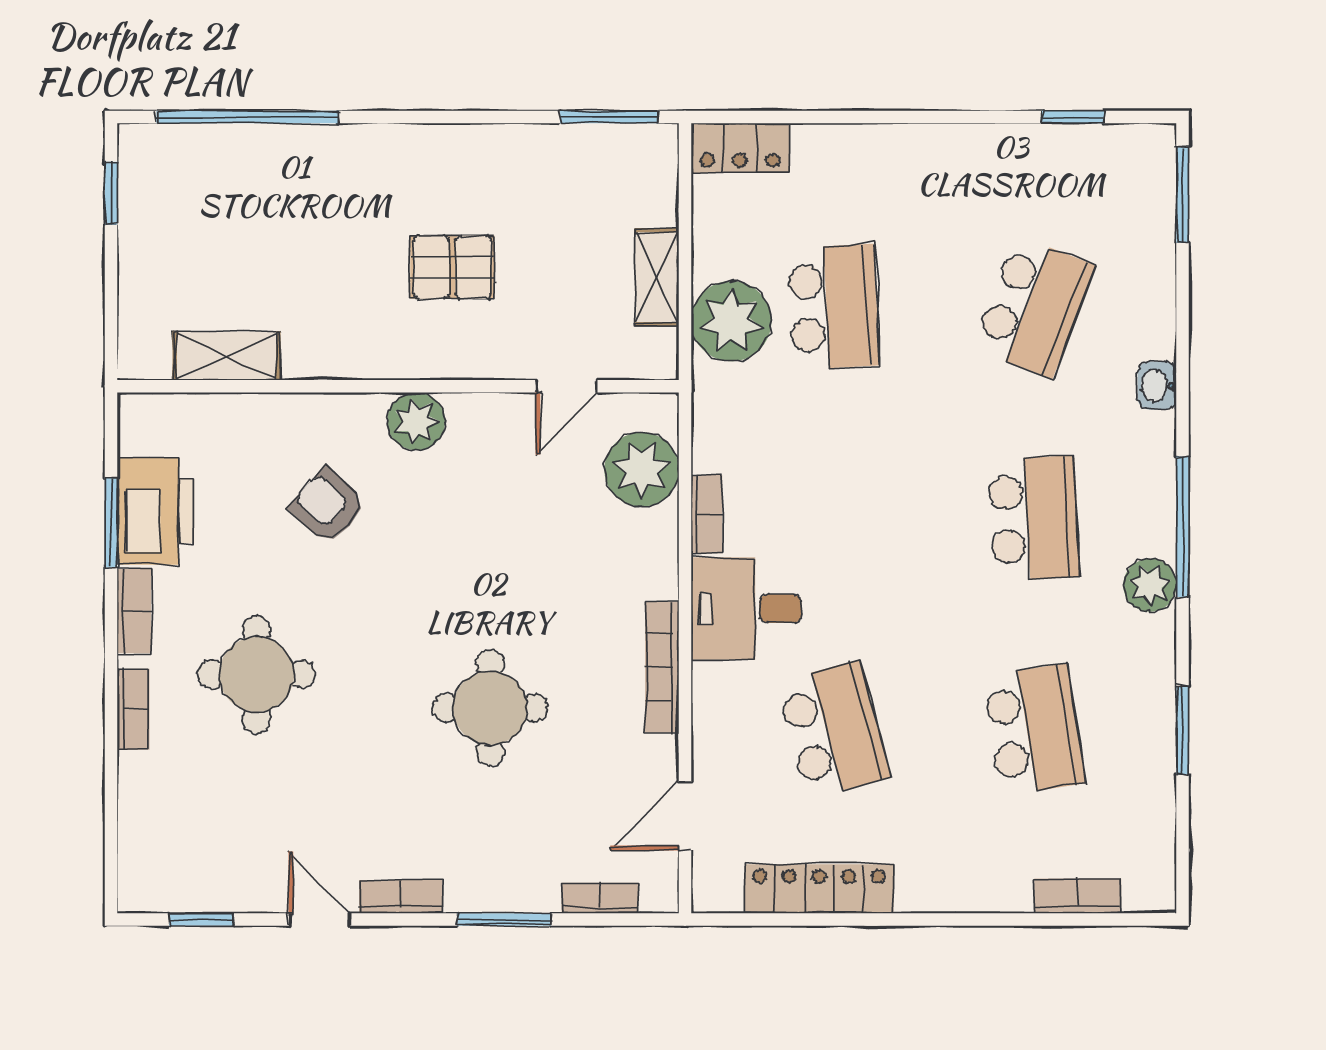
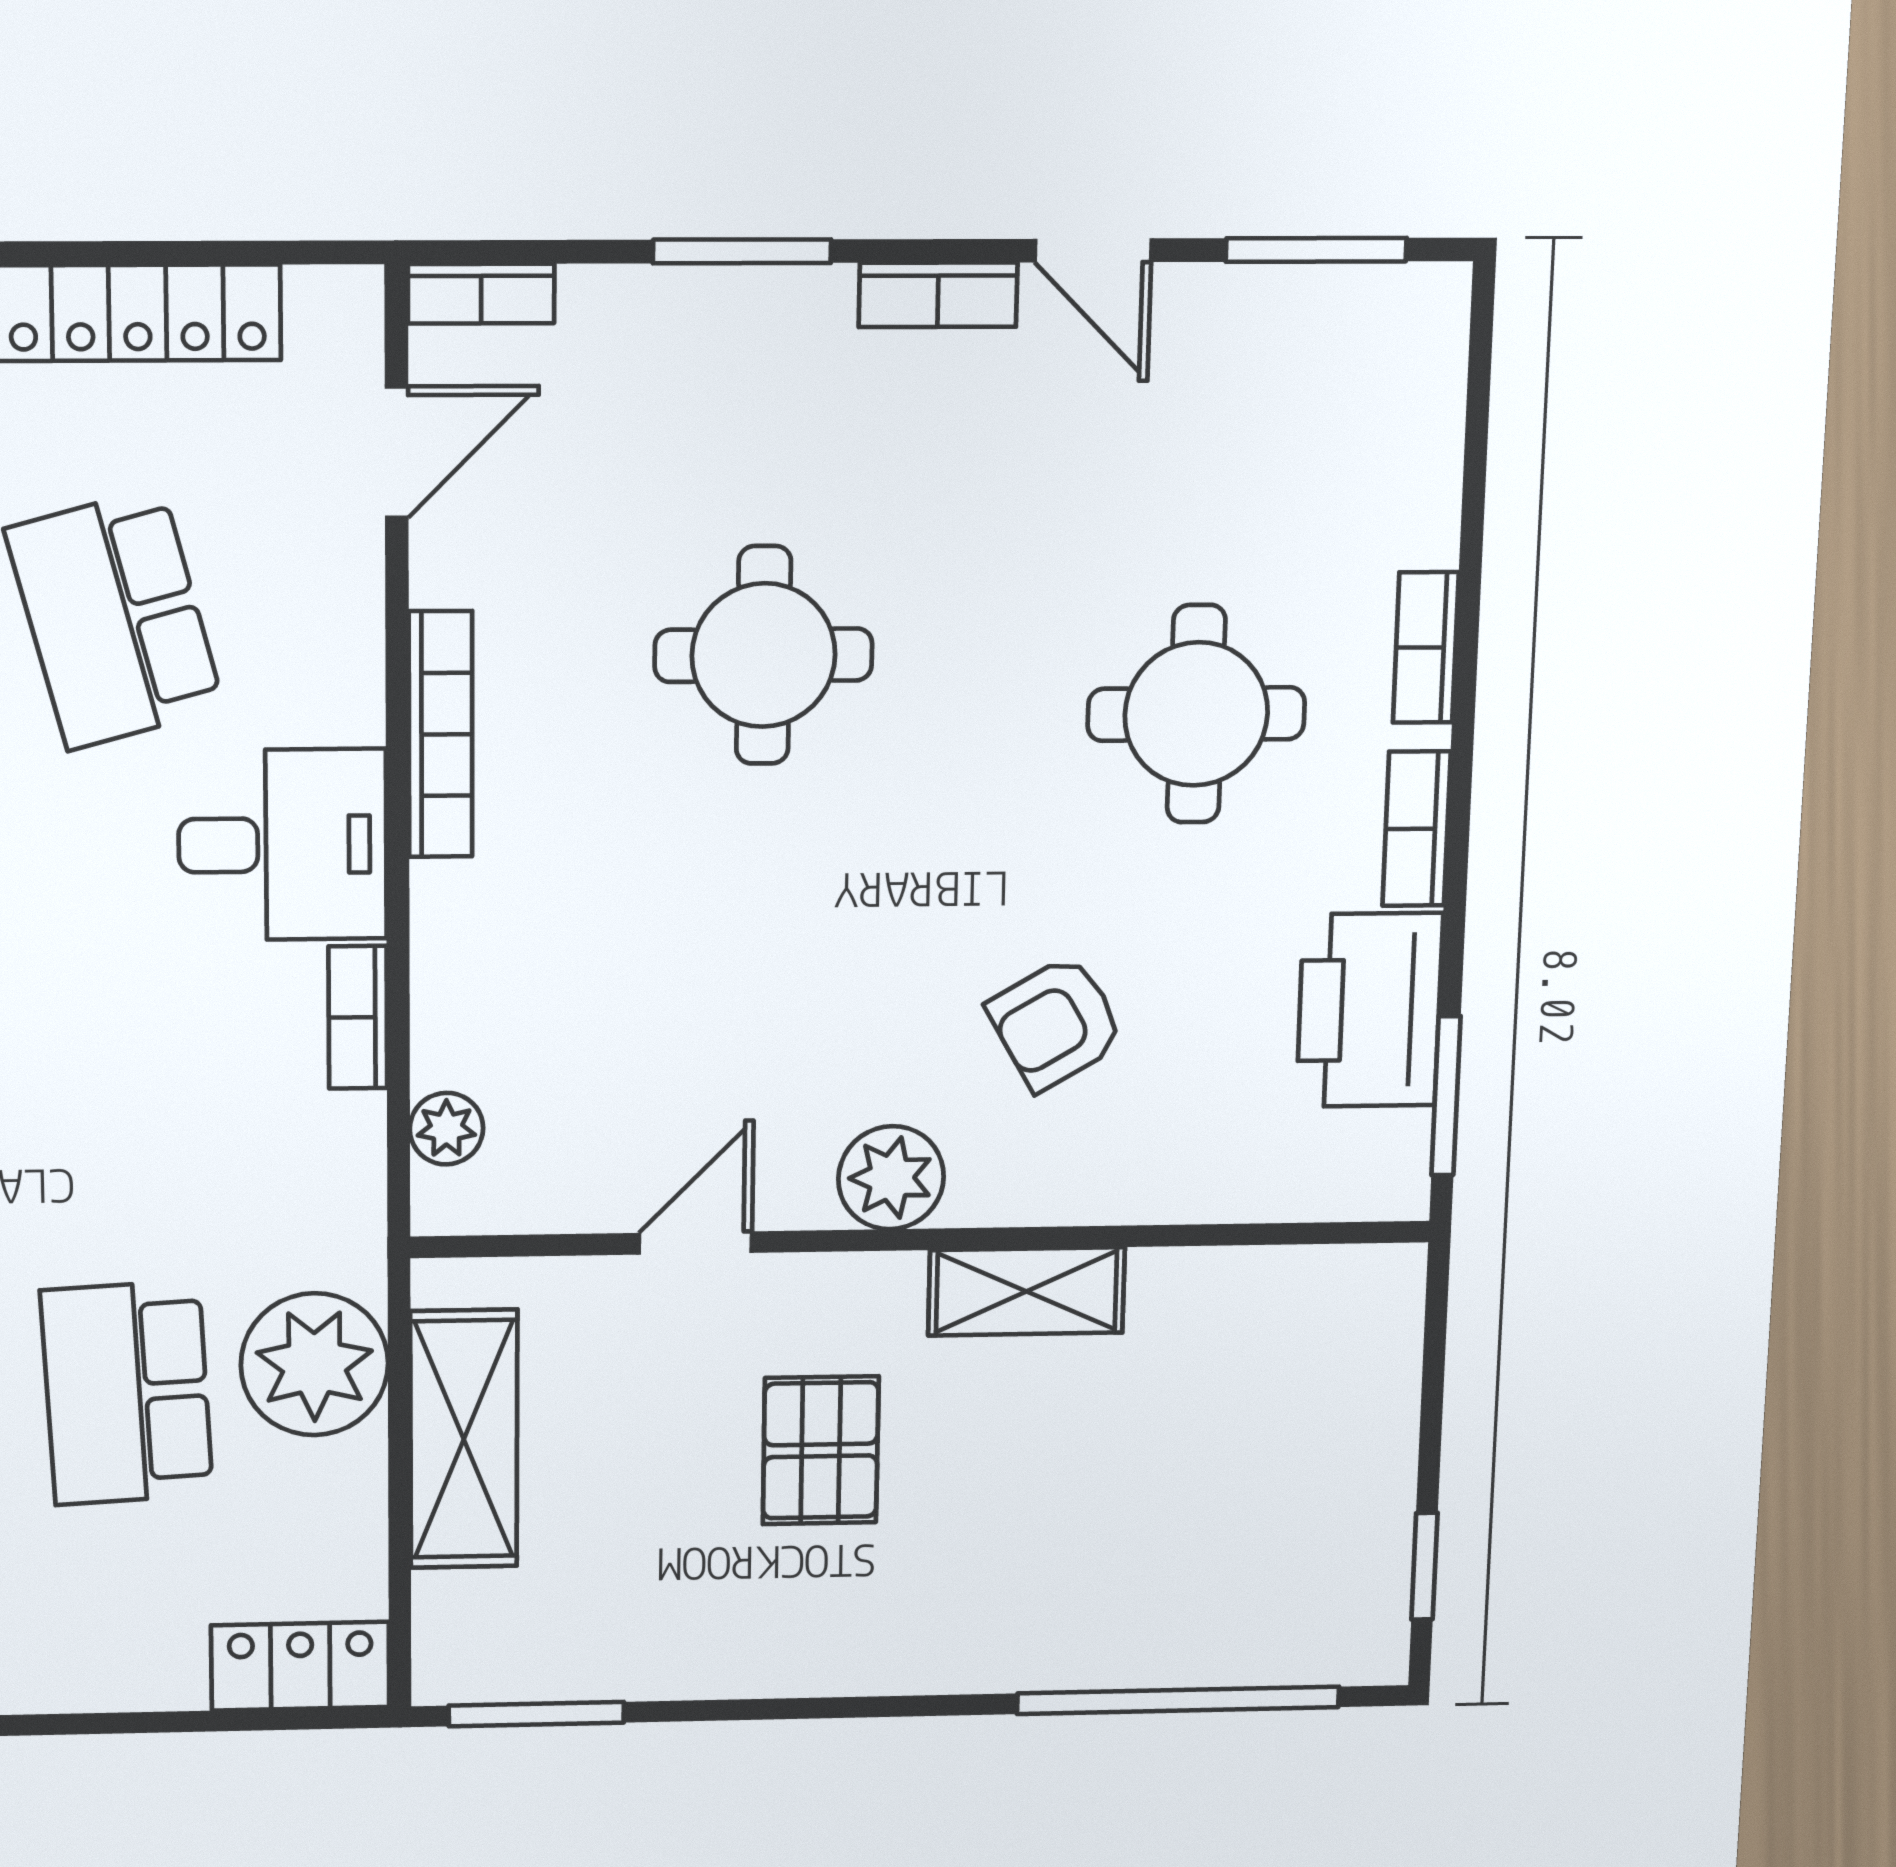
pallet: (452, 267) -> (821, 1450), turned 90
shelving: (657, 277) -> (464, 1439), width x1.50, depth x1.33
shelving: (226, 356) -> (1026, 1291), moved
door: (567, 386) -> (695, 1243), moved
plant: (642, 469) -> (446, 1129), width x0.53, depth x0.53
armchair: (328, 506) -> (1056, 1023), turned 108
window: (111, 523) -> (1446, 1096), moved
bookcase: (600, 898) -> (481, 294), moved
window: (201, 919) -> (1316, 250), width x1.50

